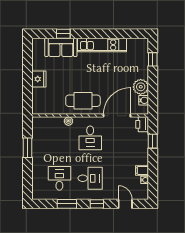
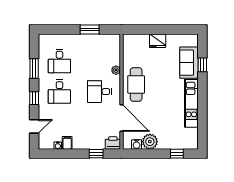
desk: (59, 178) -> (59, 61), turned 90

